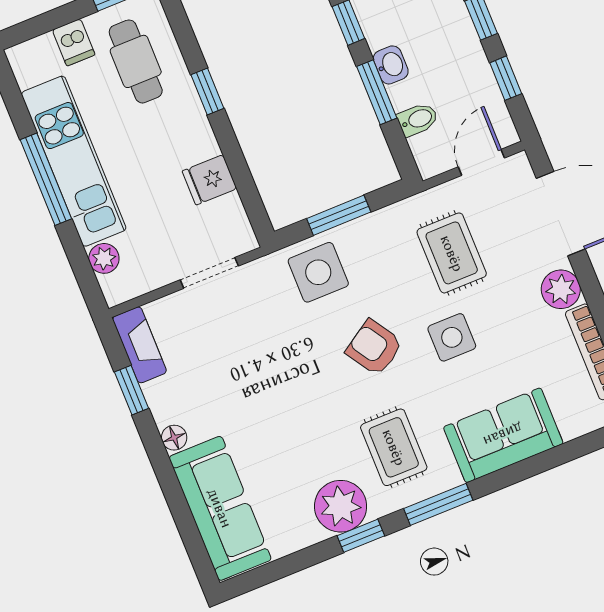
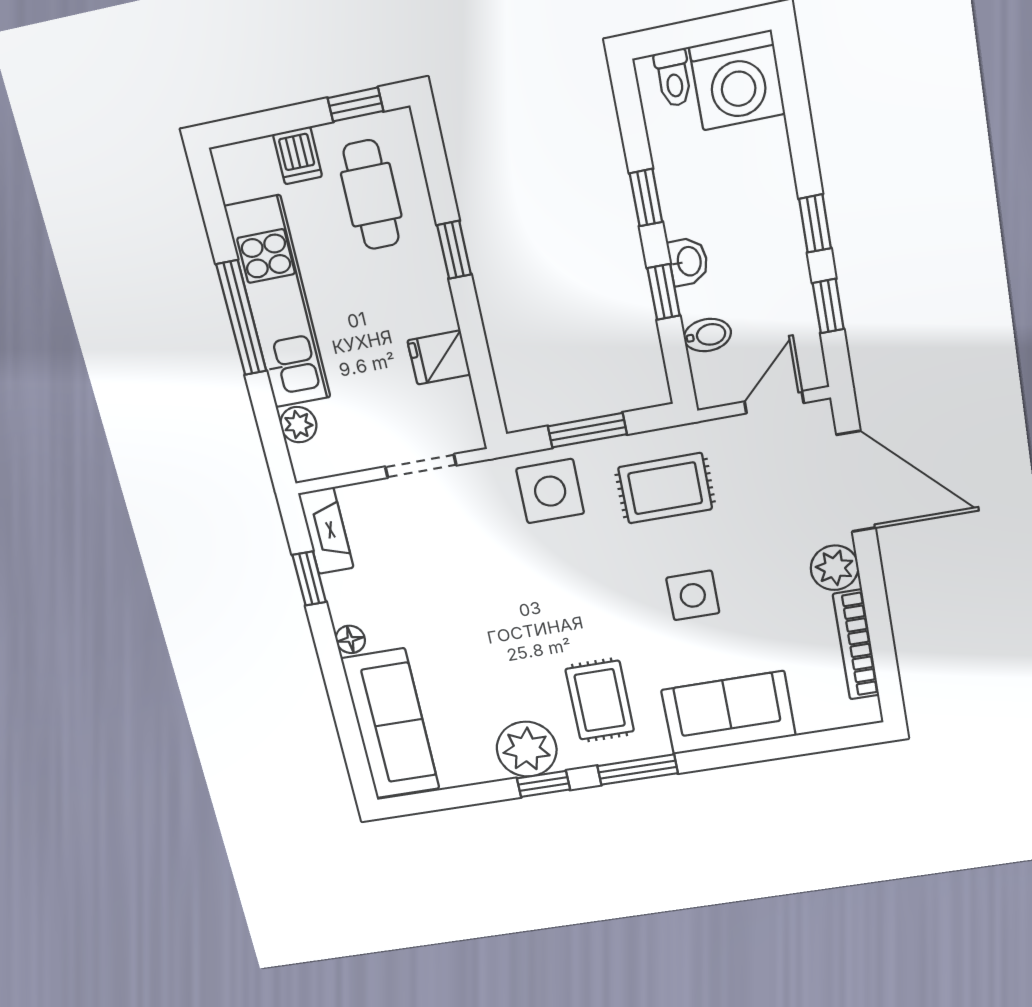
window: (377, 92) -> (664, 292), width x0.67
rug: (452, 253) -> (665, 488), moved, turned 90
armchair: (374, 348) -> (599, 588), removed

